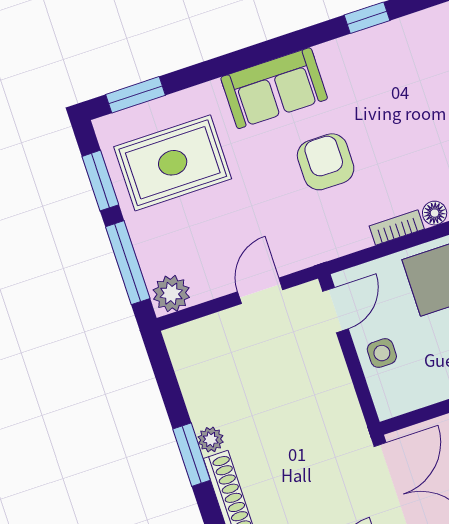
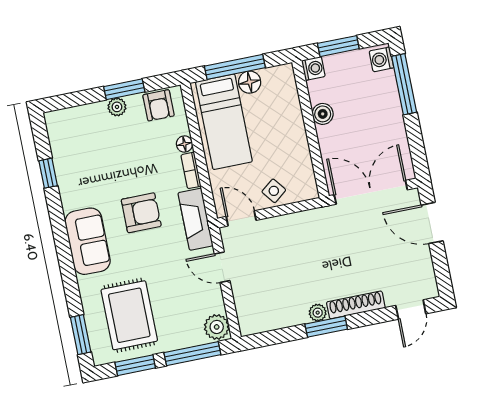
armchair: (326, 162) -> (141, 213), turned 180
fireplace: (326, 243) -> (195, 219), added
side table: (382, 353) -> (274, 191), turned -38

